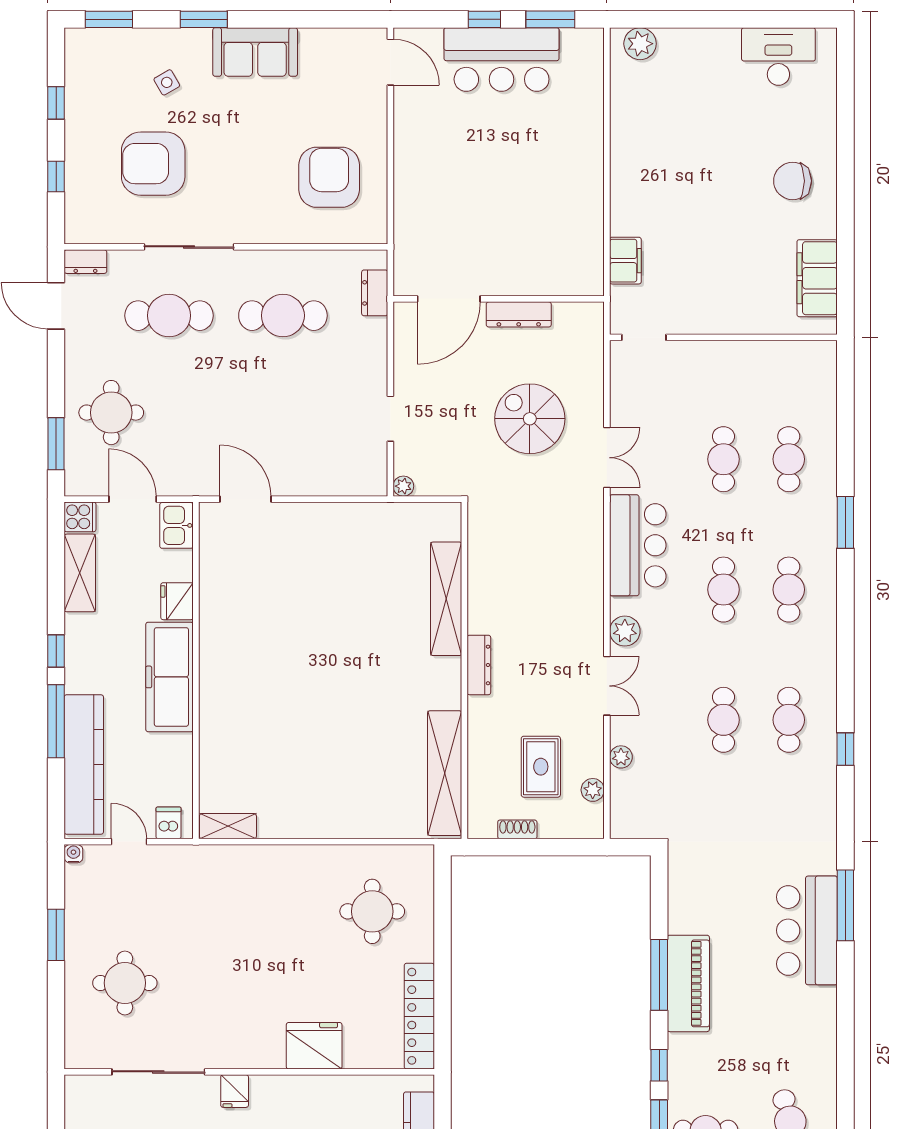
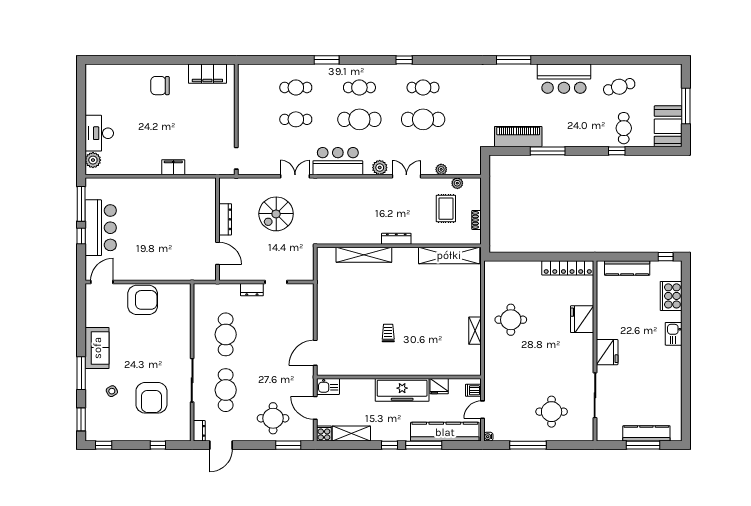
window: (204, 19) -> (81, 373), width x1.44
window: (550, 19) -> (81, 204), width x1.44
desk: (778, 57) -> (99, 133), moved
window: (56, 103) -> (104, 445), moved
armchair: (329, 177) -> (143, 300), moved, turned 180
chair: (793, 181) -> (160, 86), turned 90
filing cabinet: (625, 261) -> (173, 167), moved
dresser: (375, 293) -> (252, 290), moved
door: (449, 299) -> (218, 253), width x0.73
plant: (403, 486) -> (309, 276), removed
door: (133, 499) -> (315, 408), hinge flipped
cafe table: (723, 590) -> (359, 119), width x1.37, depth x1.35
fridge: (177, 601) -> (439, 386), moved
trolley: (286, 648) -> (388, 333), added
cafe table: (723, 720) -> (423, 119), width x1.37, depth x1.35
window: (845, 749) -> (404, 60), moved
rug: (541, 767) -> (446, 209), turned 90
shelving: (228, 826) -> (475, 331), moved
round table: (372, 911) -> (511, 320), moved
bar counter: (807, 930) -> (564, 79), moved
window: (56, 935) -> (528, 445), width x1.44
piano: (688, 983) -> (518, 137), moved
window: (659, 1065) -> (592, 151), removed
fridge: (235, 1091) -> (607, 352), width x1.88, depth x1.34

